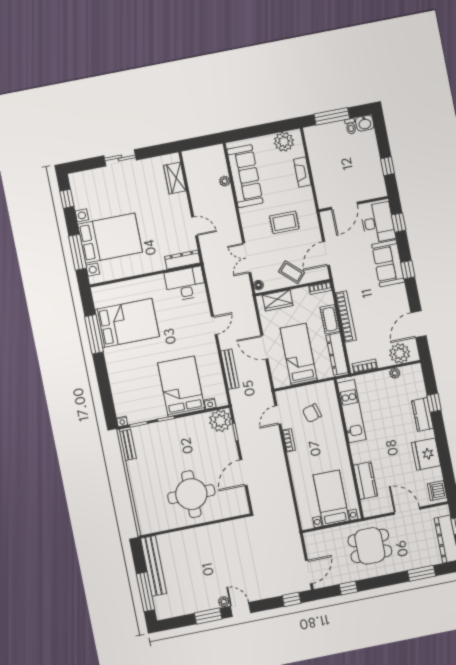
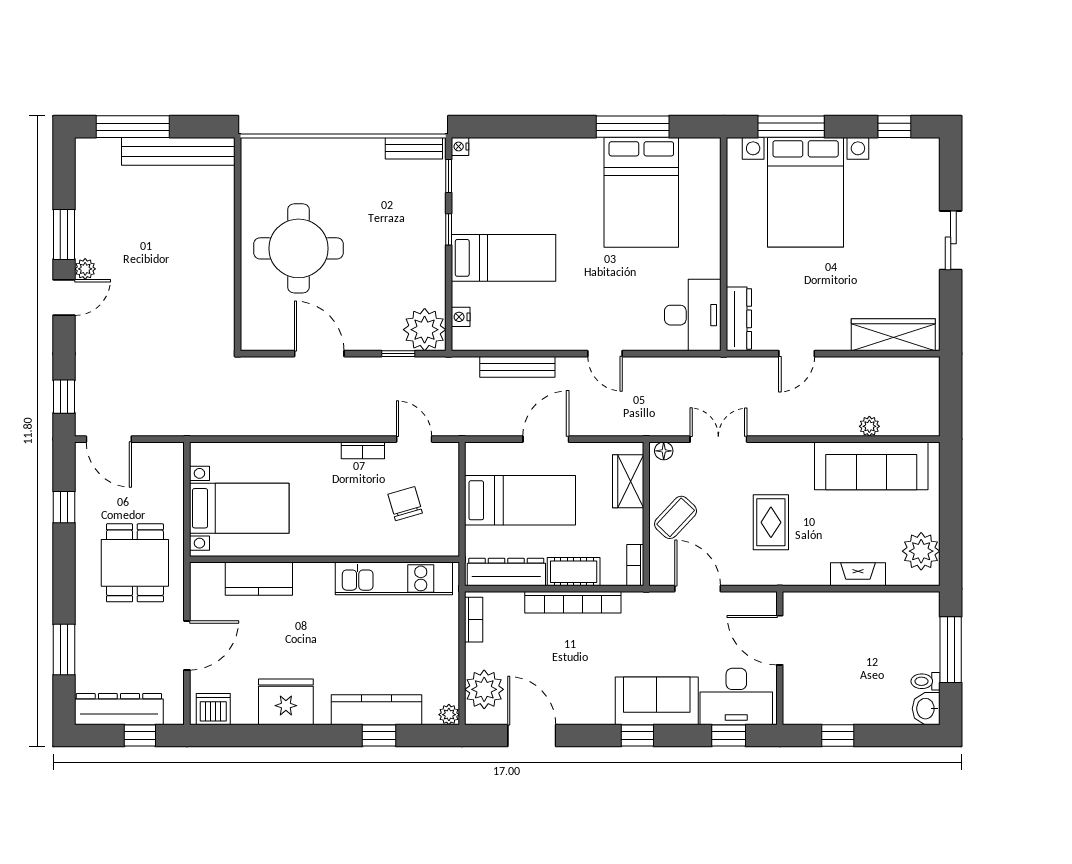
wardrobe: (175, 178) -> (893, 335), width x1.50
plant: (395, 373) -> (449, 715), moved
bed: (181, 386) -> (503, 258), width x0.67
kitchen counter: (422, 414) -> (376, 710), width x1.50

